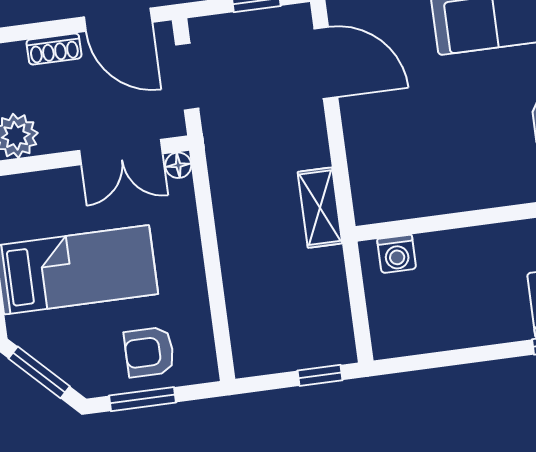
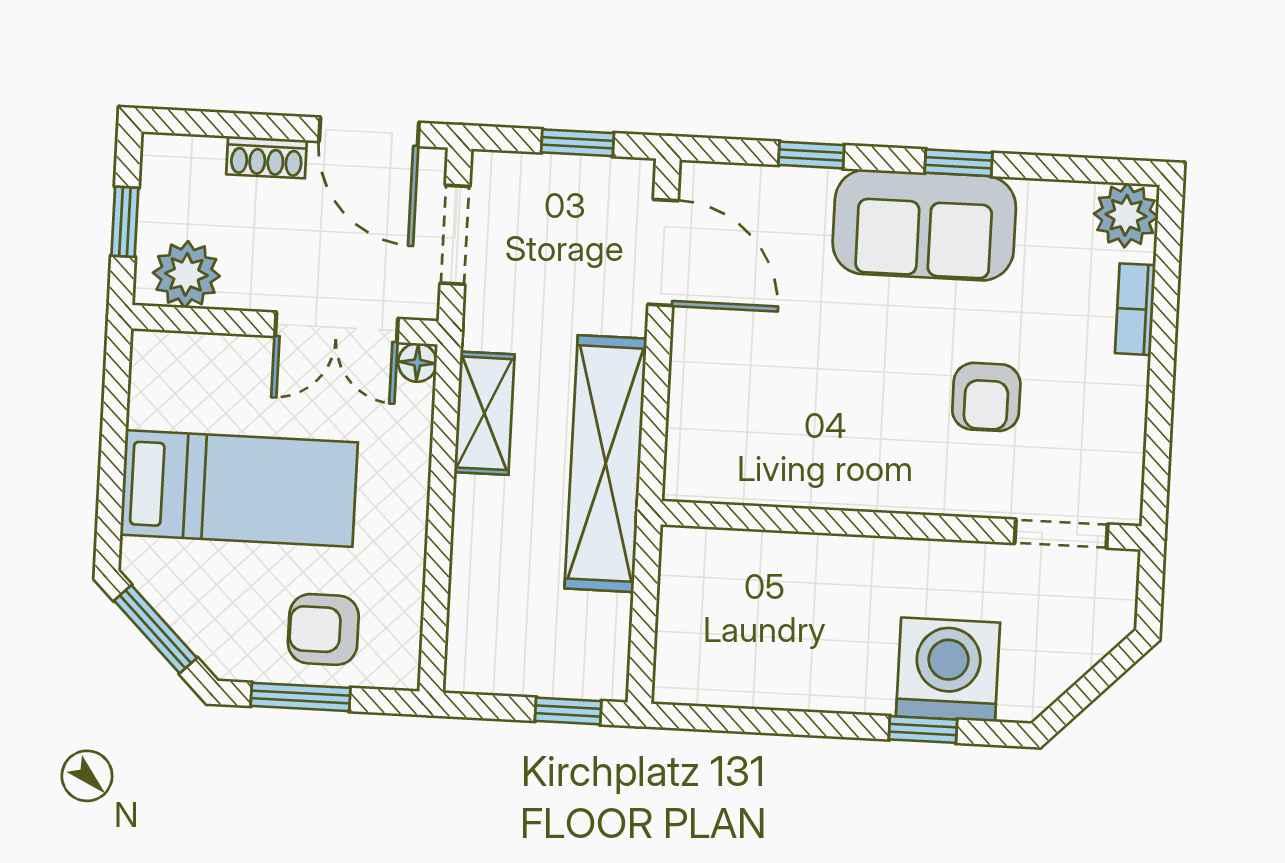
shelving: (228, 190) -> (484, 413), added
shelving: (320, 208) -> (606, 464), width x2.20, depth x1.33
washing machine: (397, 254) -> (715, 553), removed

